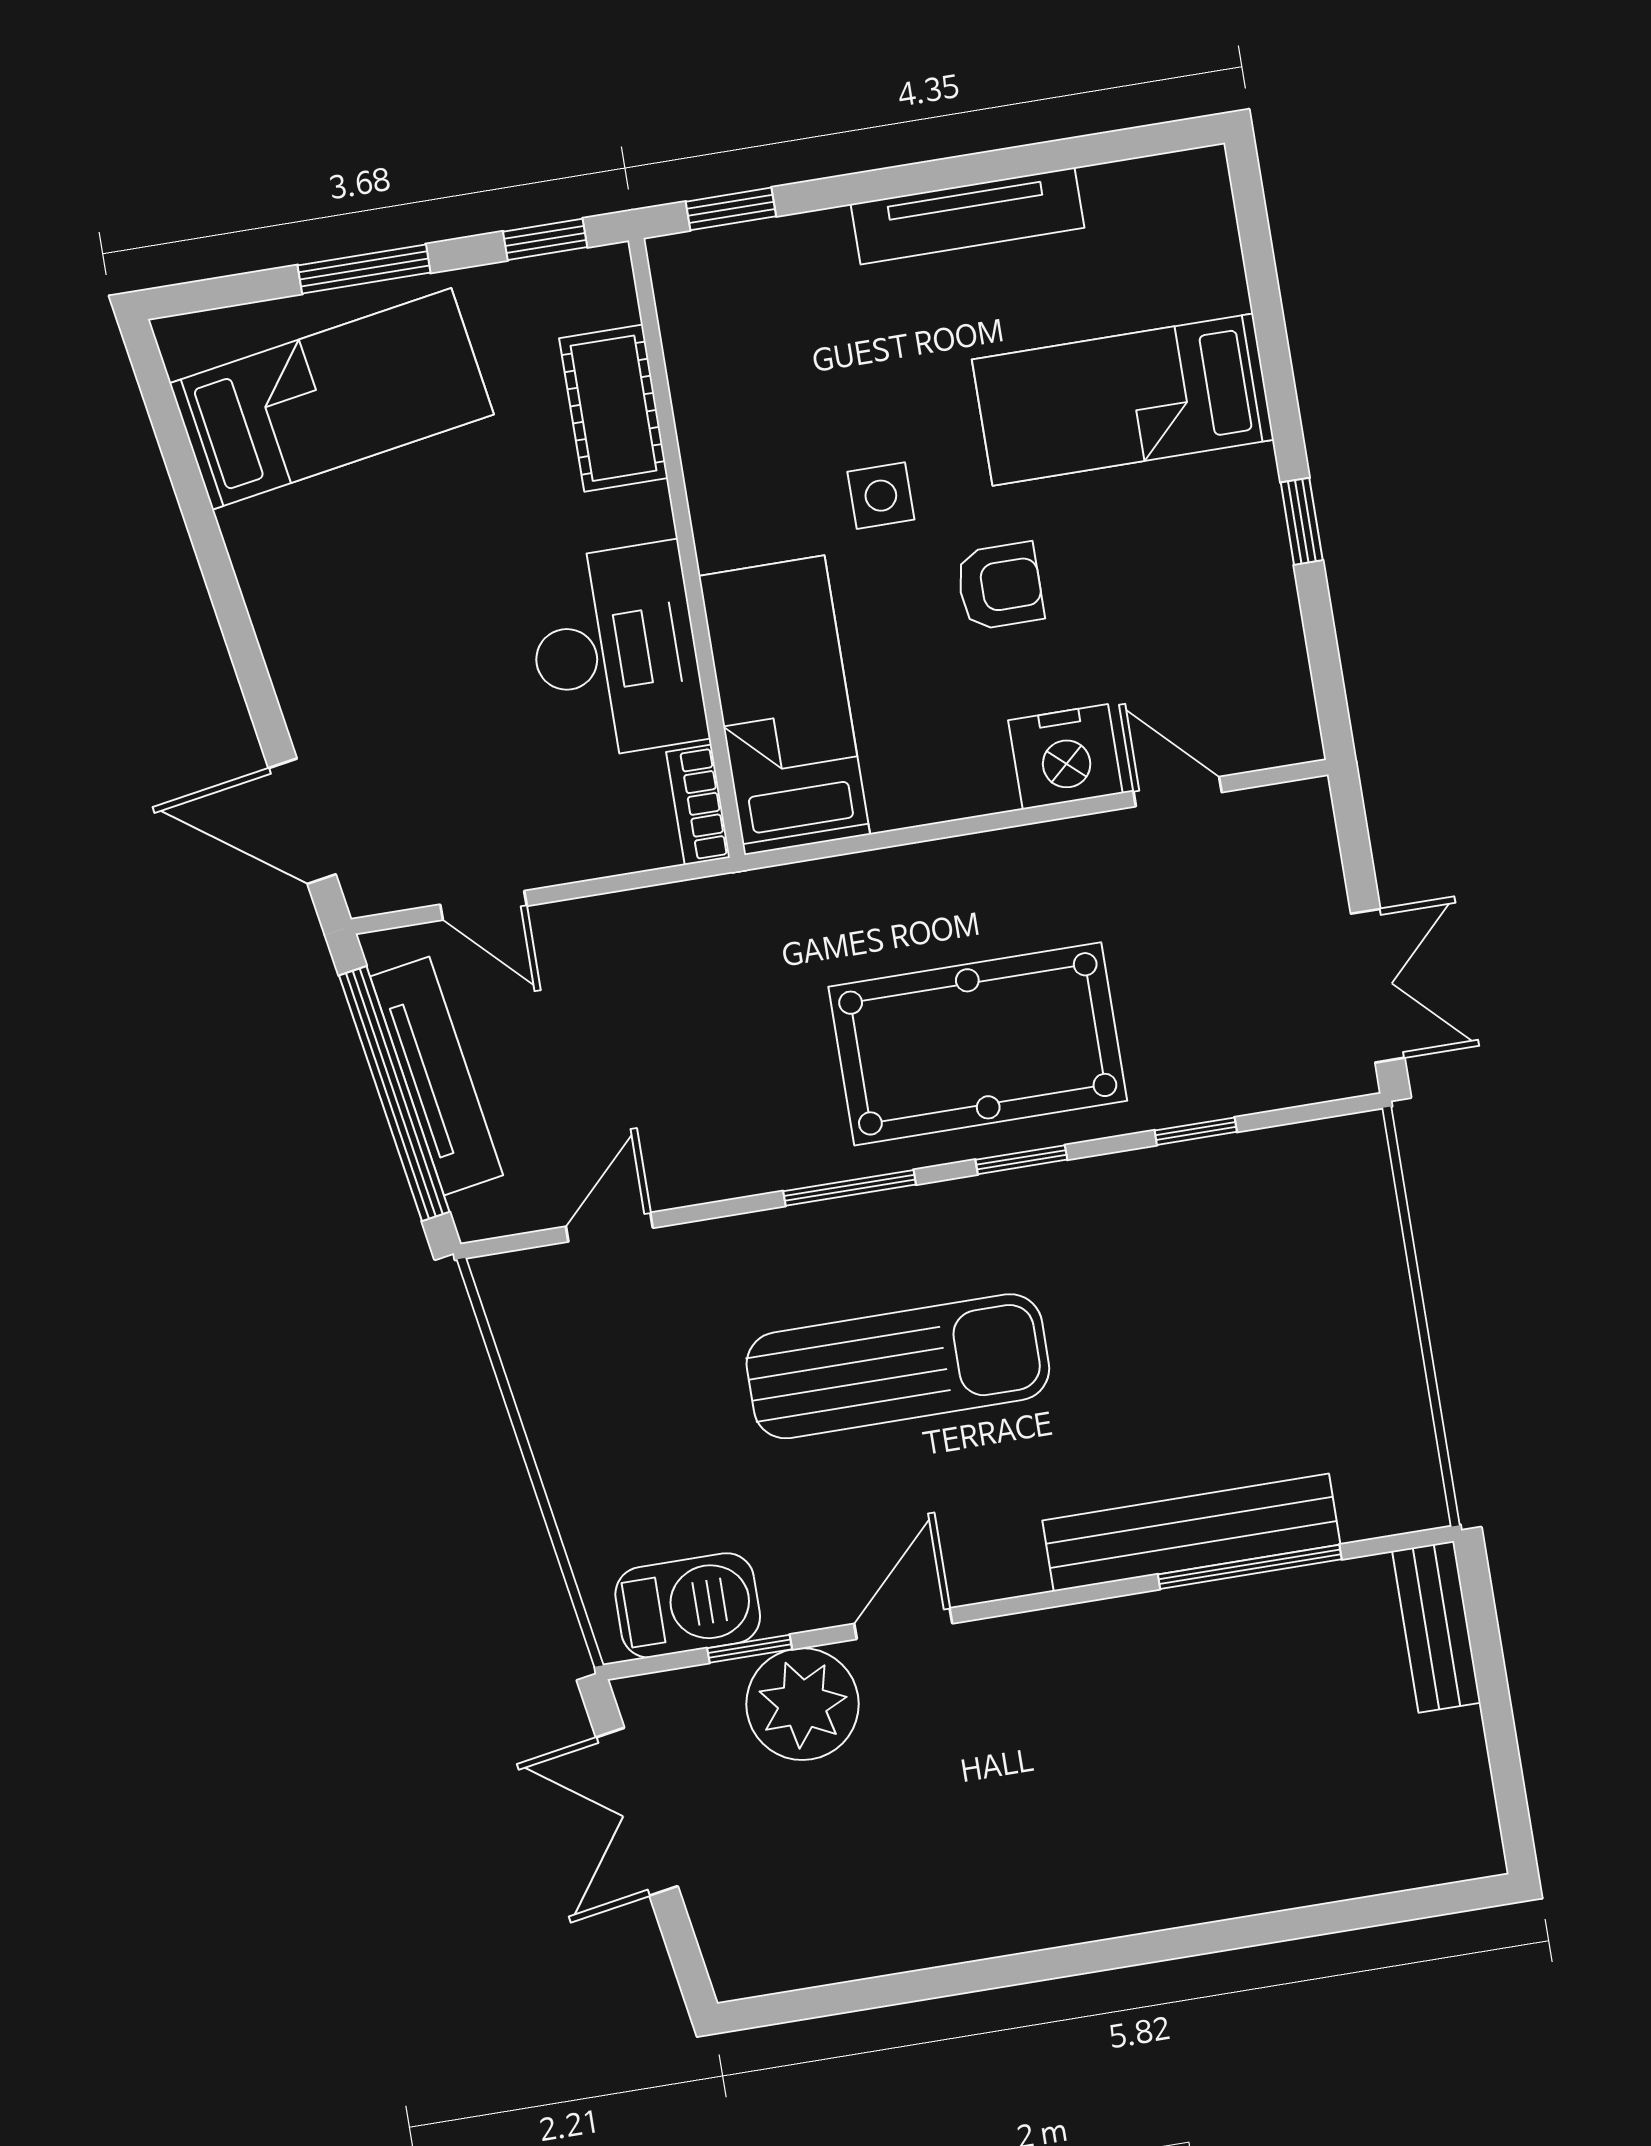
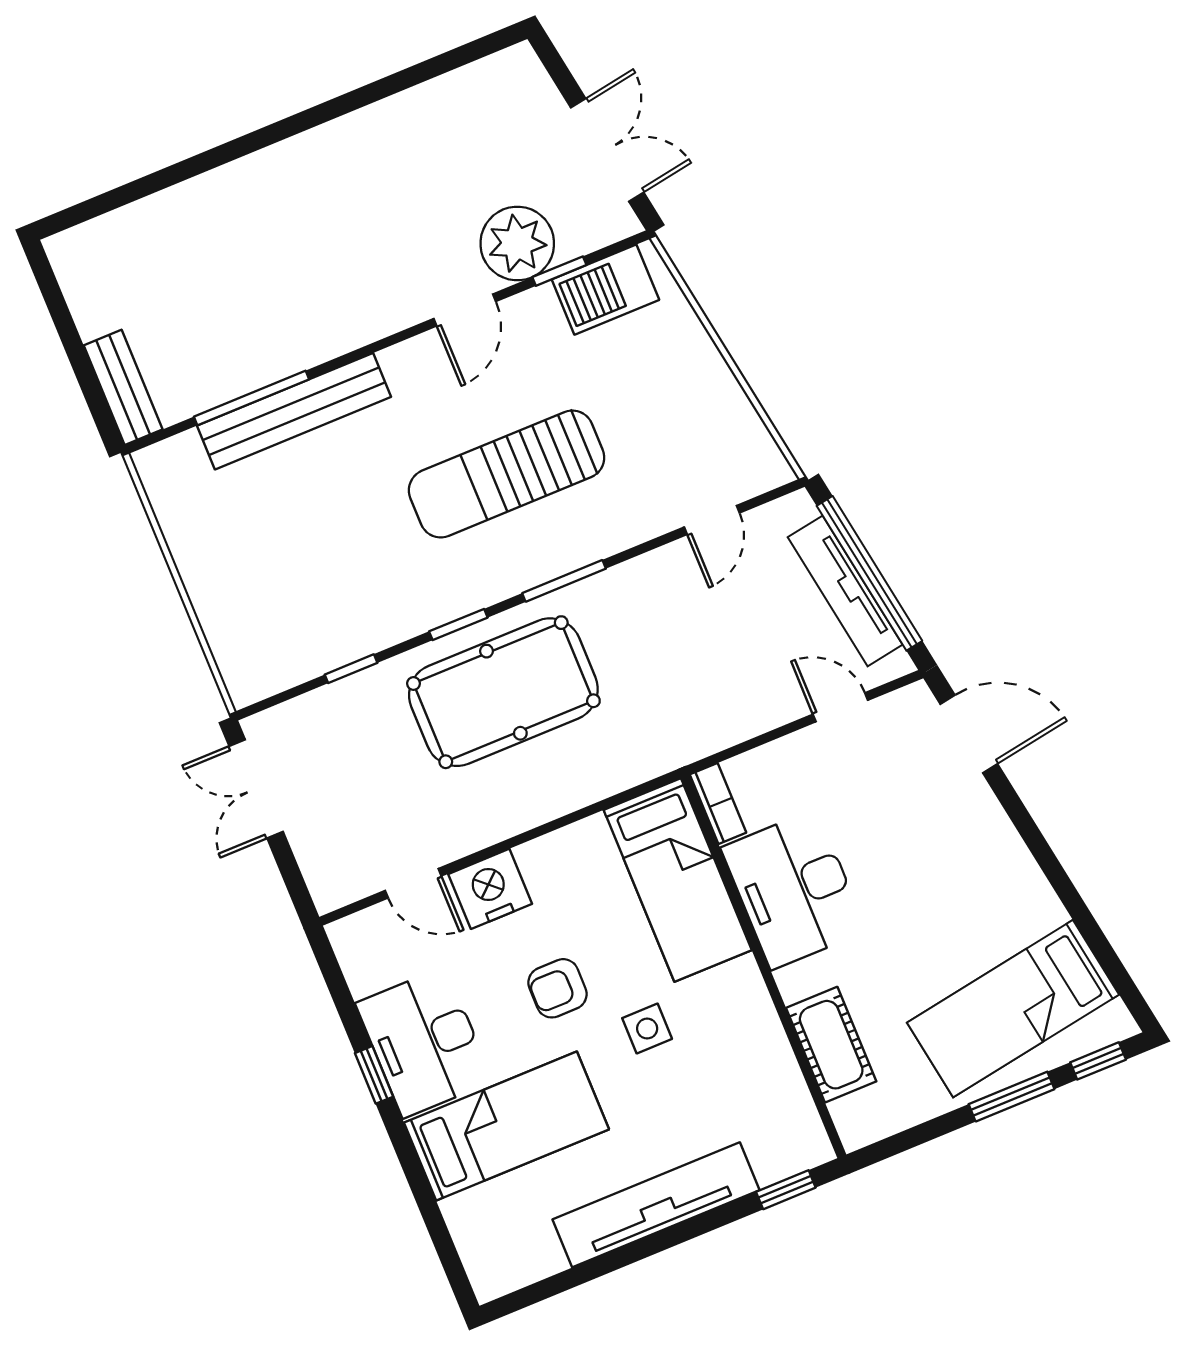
tv unit: (967, 216) -> (656, 1205), width x1.36, depth x1.29
window: (545, 239) -> (1098, 1061), moved
desk: (1216, 552) -> (424, 1042), added

